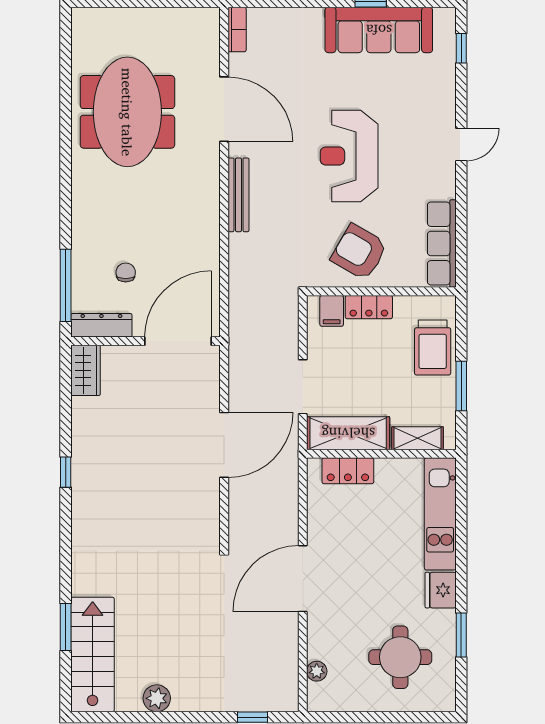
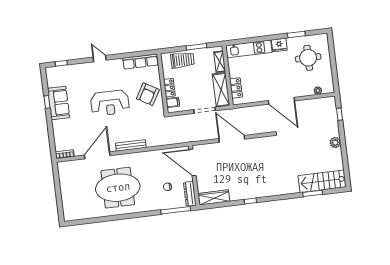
sofa: (379, 30) -> (59, 103), width x0.73
meeting table: (127, 112) -> (118, 188), moved
wardrobe: (86, 370) -> (214, 197), width x1.50
plant: (157, 698) -> (335, 143), moved

